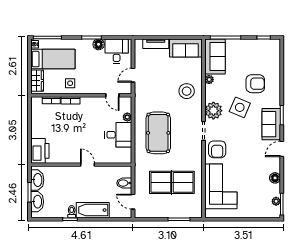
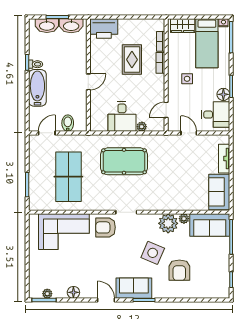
side table: (70, 83) -> (187, 79), moved
stool: (187, 91) -> (171, 193), removed
plant: (213, 111) -> (168, 223), moved
rug: (68, 126) -> (132, 60), added

